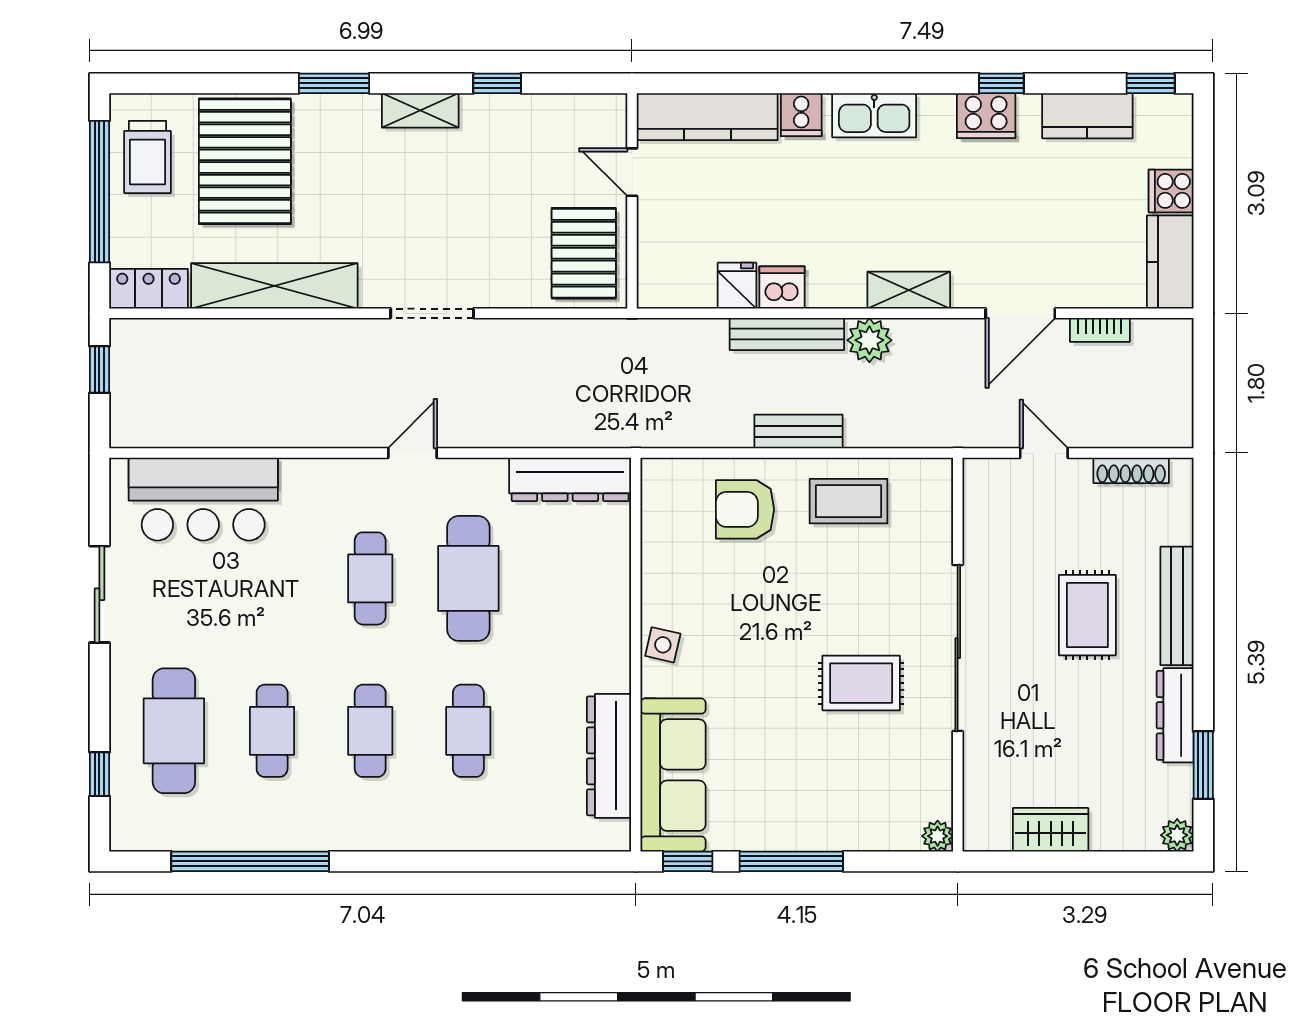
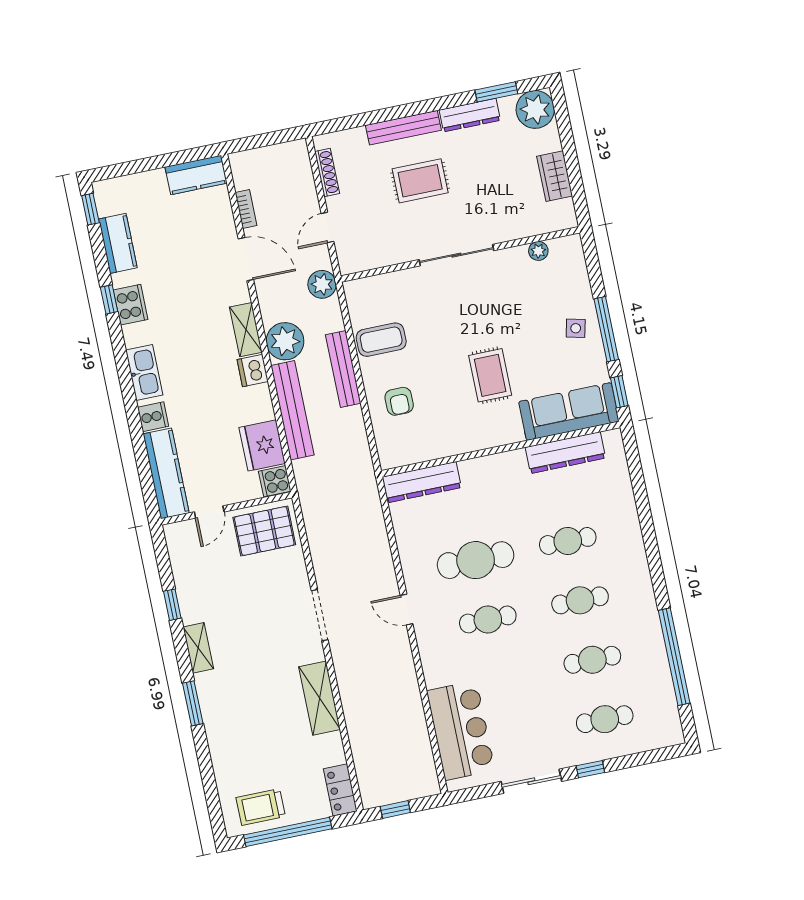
trolley: (147, 157) -> (261, 807), turned 180
pallet: (245, 161) -> (251, 748), removed
cooker: (1171, 191) -> (275, 481), moved, turned 90
shelving: (274, 286) -> (320, 698), width x0.68
fridge: (737, 286) -> (262, 445), width x1.88, depth x1.34
dishwasher: (782, 287) -> (253, 371), moved
bench: (787, 334) -> (292, 410), width x1.37, depth x1.21
plant: (869, 340) -> (285, 341), width x1.36, depth x1.36
plant: (956, 426) -> (322, 284), added
bench: (798, 431) -> (343, 369), width x1.36
dresser: (570, 479) -> (422, 482), moved, turned 90
coffee table: (849, 501) -> (381, 340), turned 90
armchair: (745, 509) -> (399, 401), width x0.72, depth x0.72
side table: (663, 645) -> (576, 328), moved
sliding door: (958, 648) -> (456, 255), width x0.73
rug: (861, 683) -> (490, 375), moved
cafe table: (174, 731) -> (605, 719), width x0.73, depth x0.74
window: (99, 774) -> (590, 769), moved
plant: (1177, 835) -> (535, 109), width x1.88, depth x1.88
plant: (938, 836) -> (538, 251), moved

